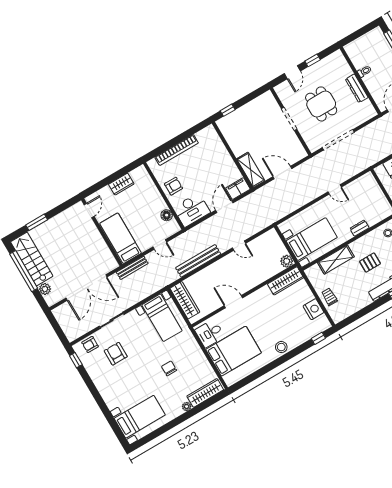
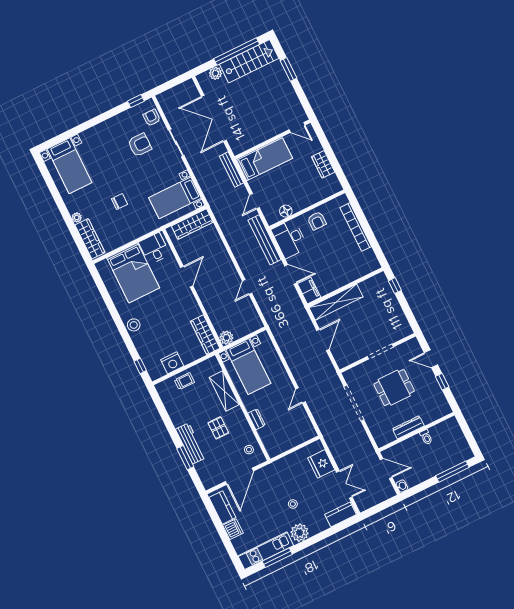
shelving: (251, 170) -> (336, 302), width x1.47
bench: (198, 261) -> (265, 240), moved

